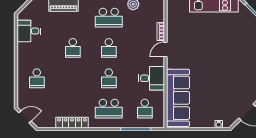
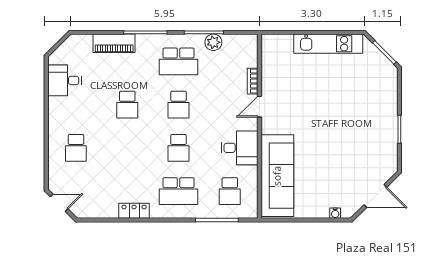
locker: (72, 123) -> (134, 211), width x0.66

